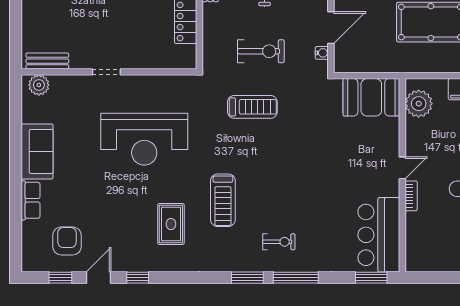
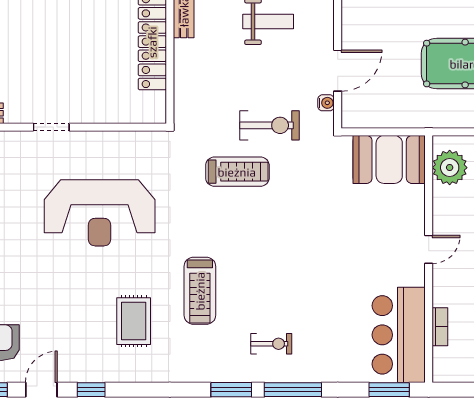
exercise bike: (261, 51) -> (269, 125), moved
bookcase: (411, 196) -> (440, 327), moved

